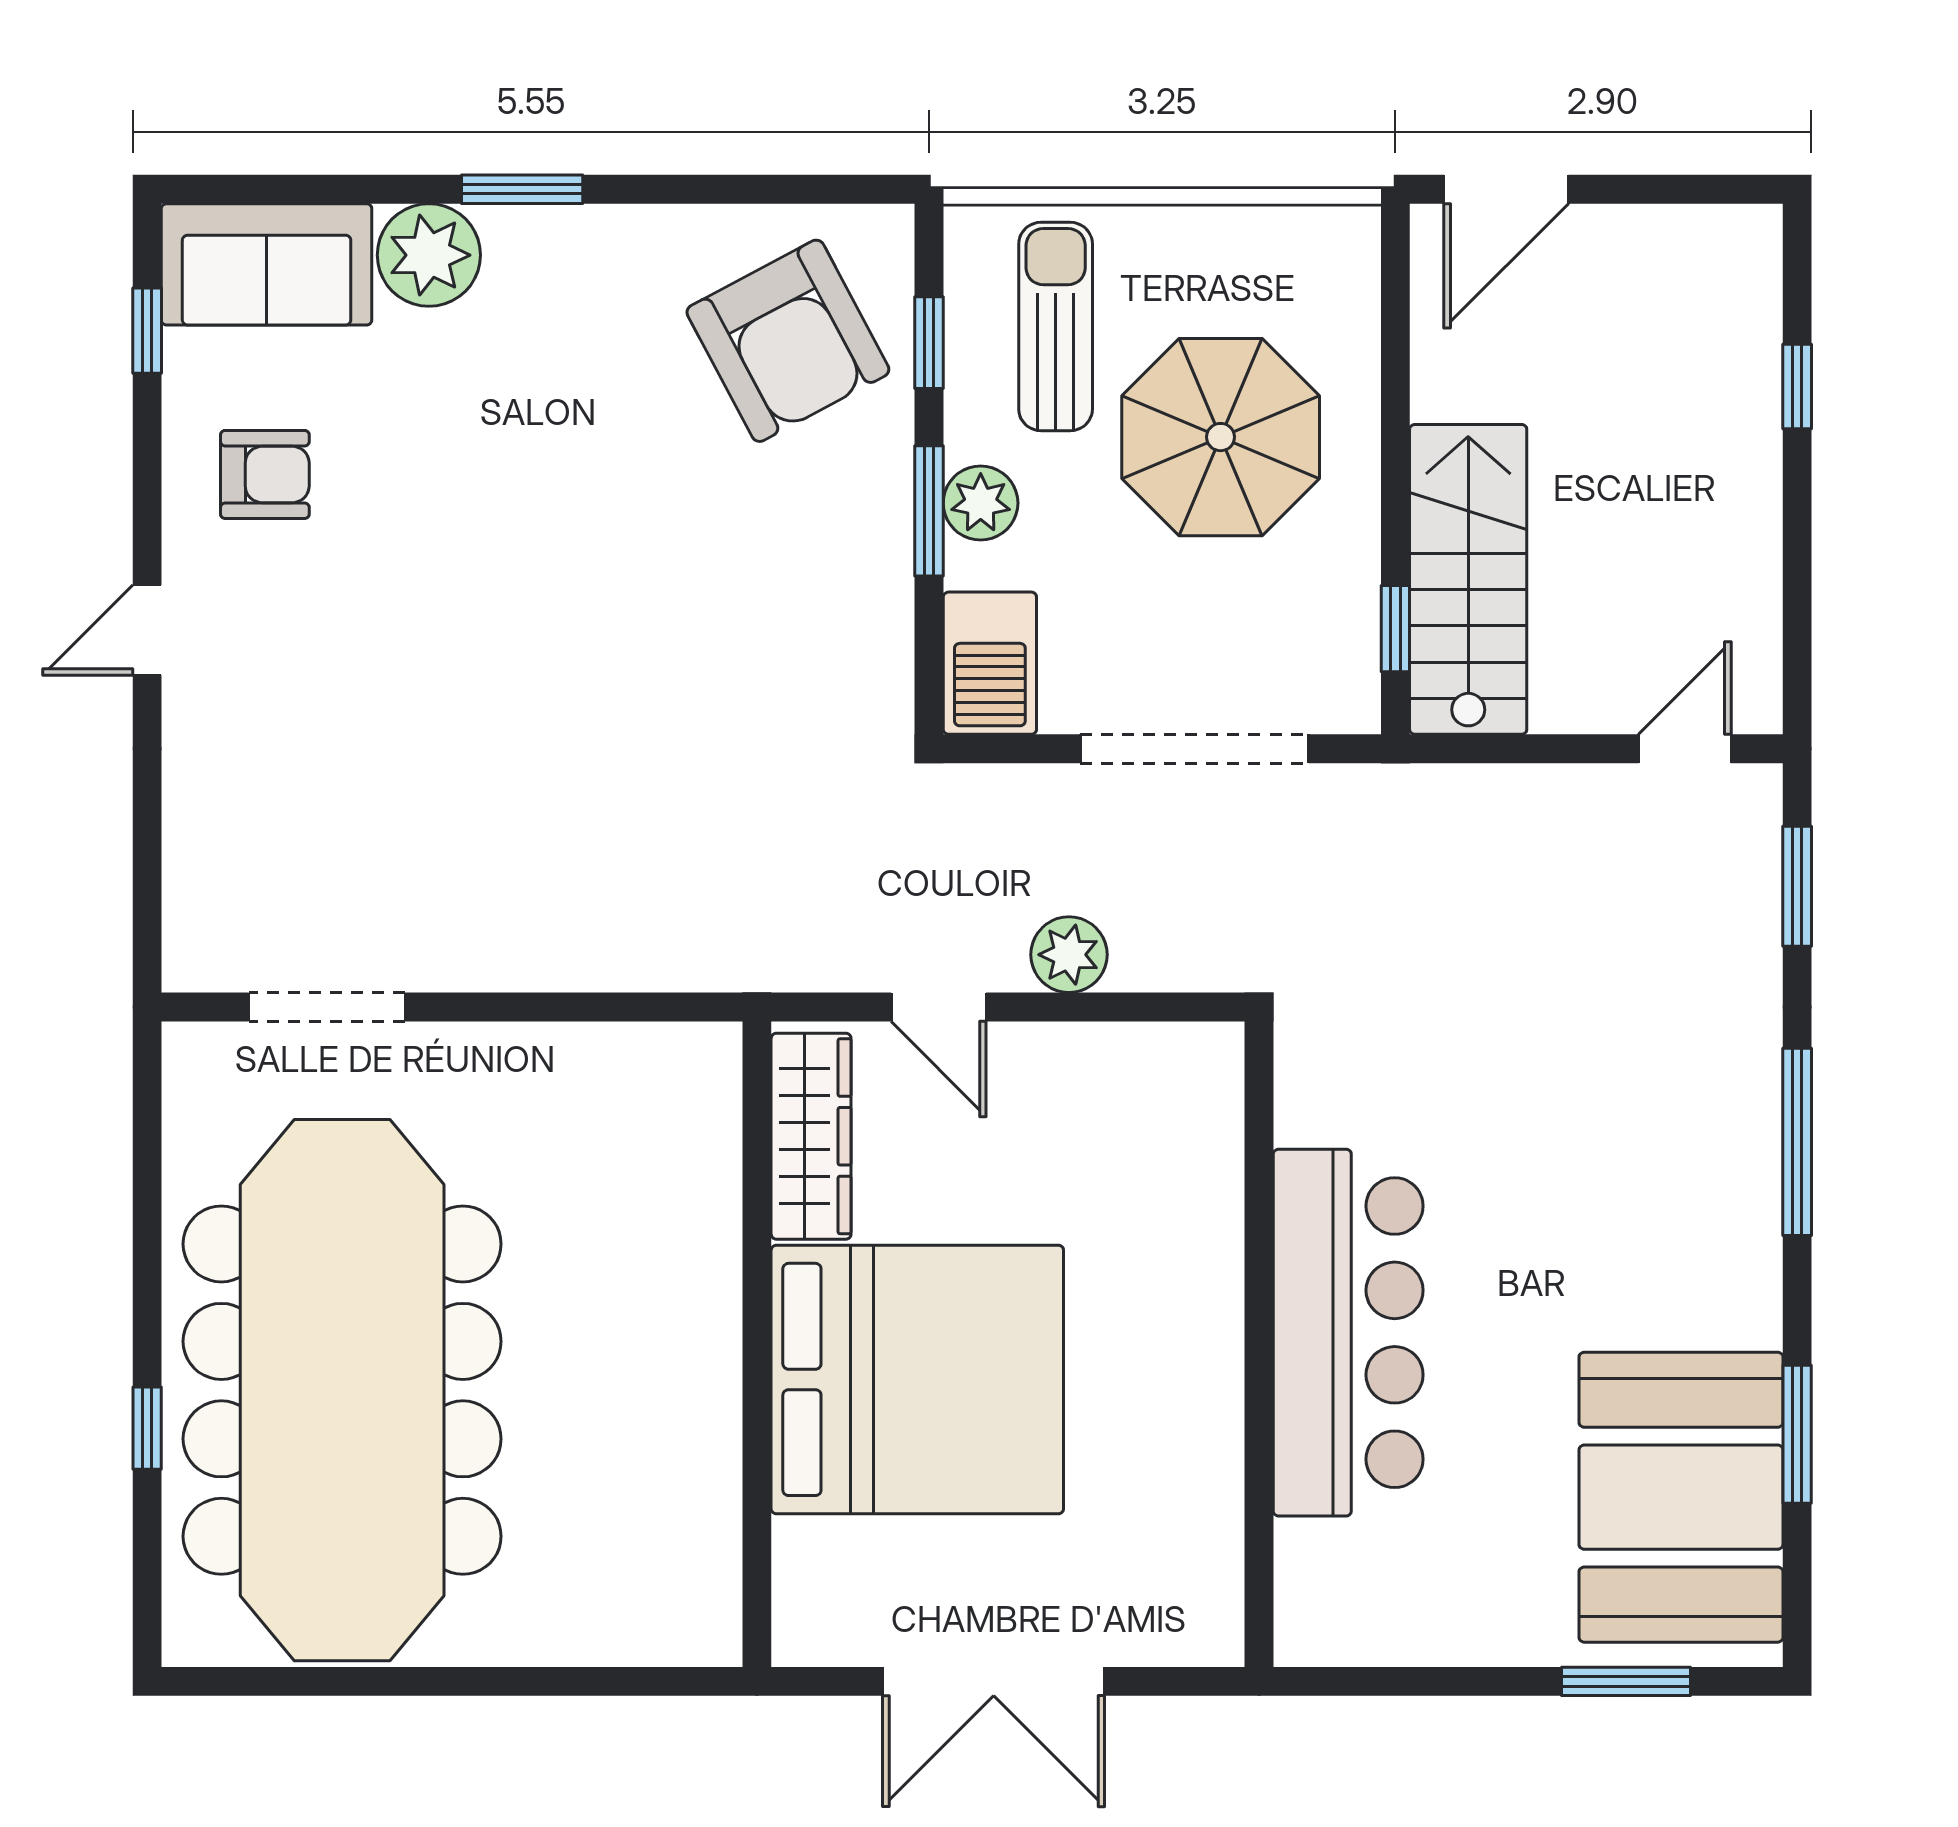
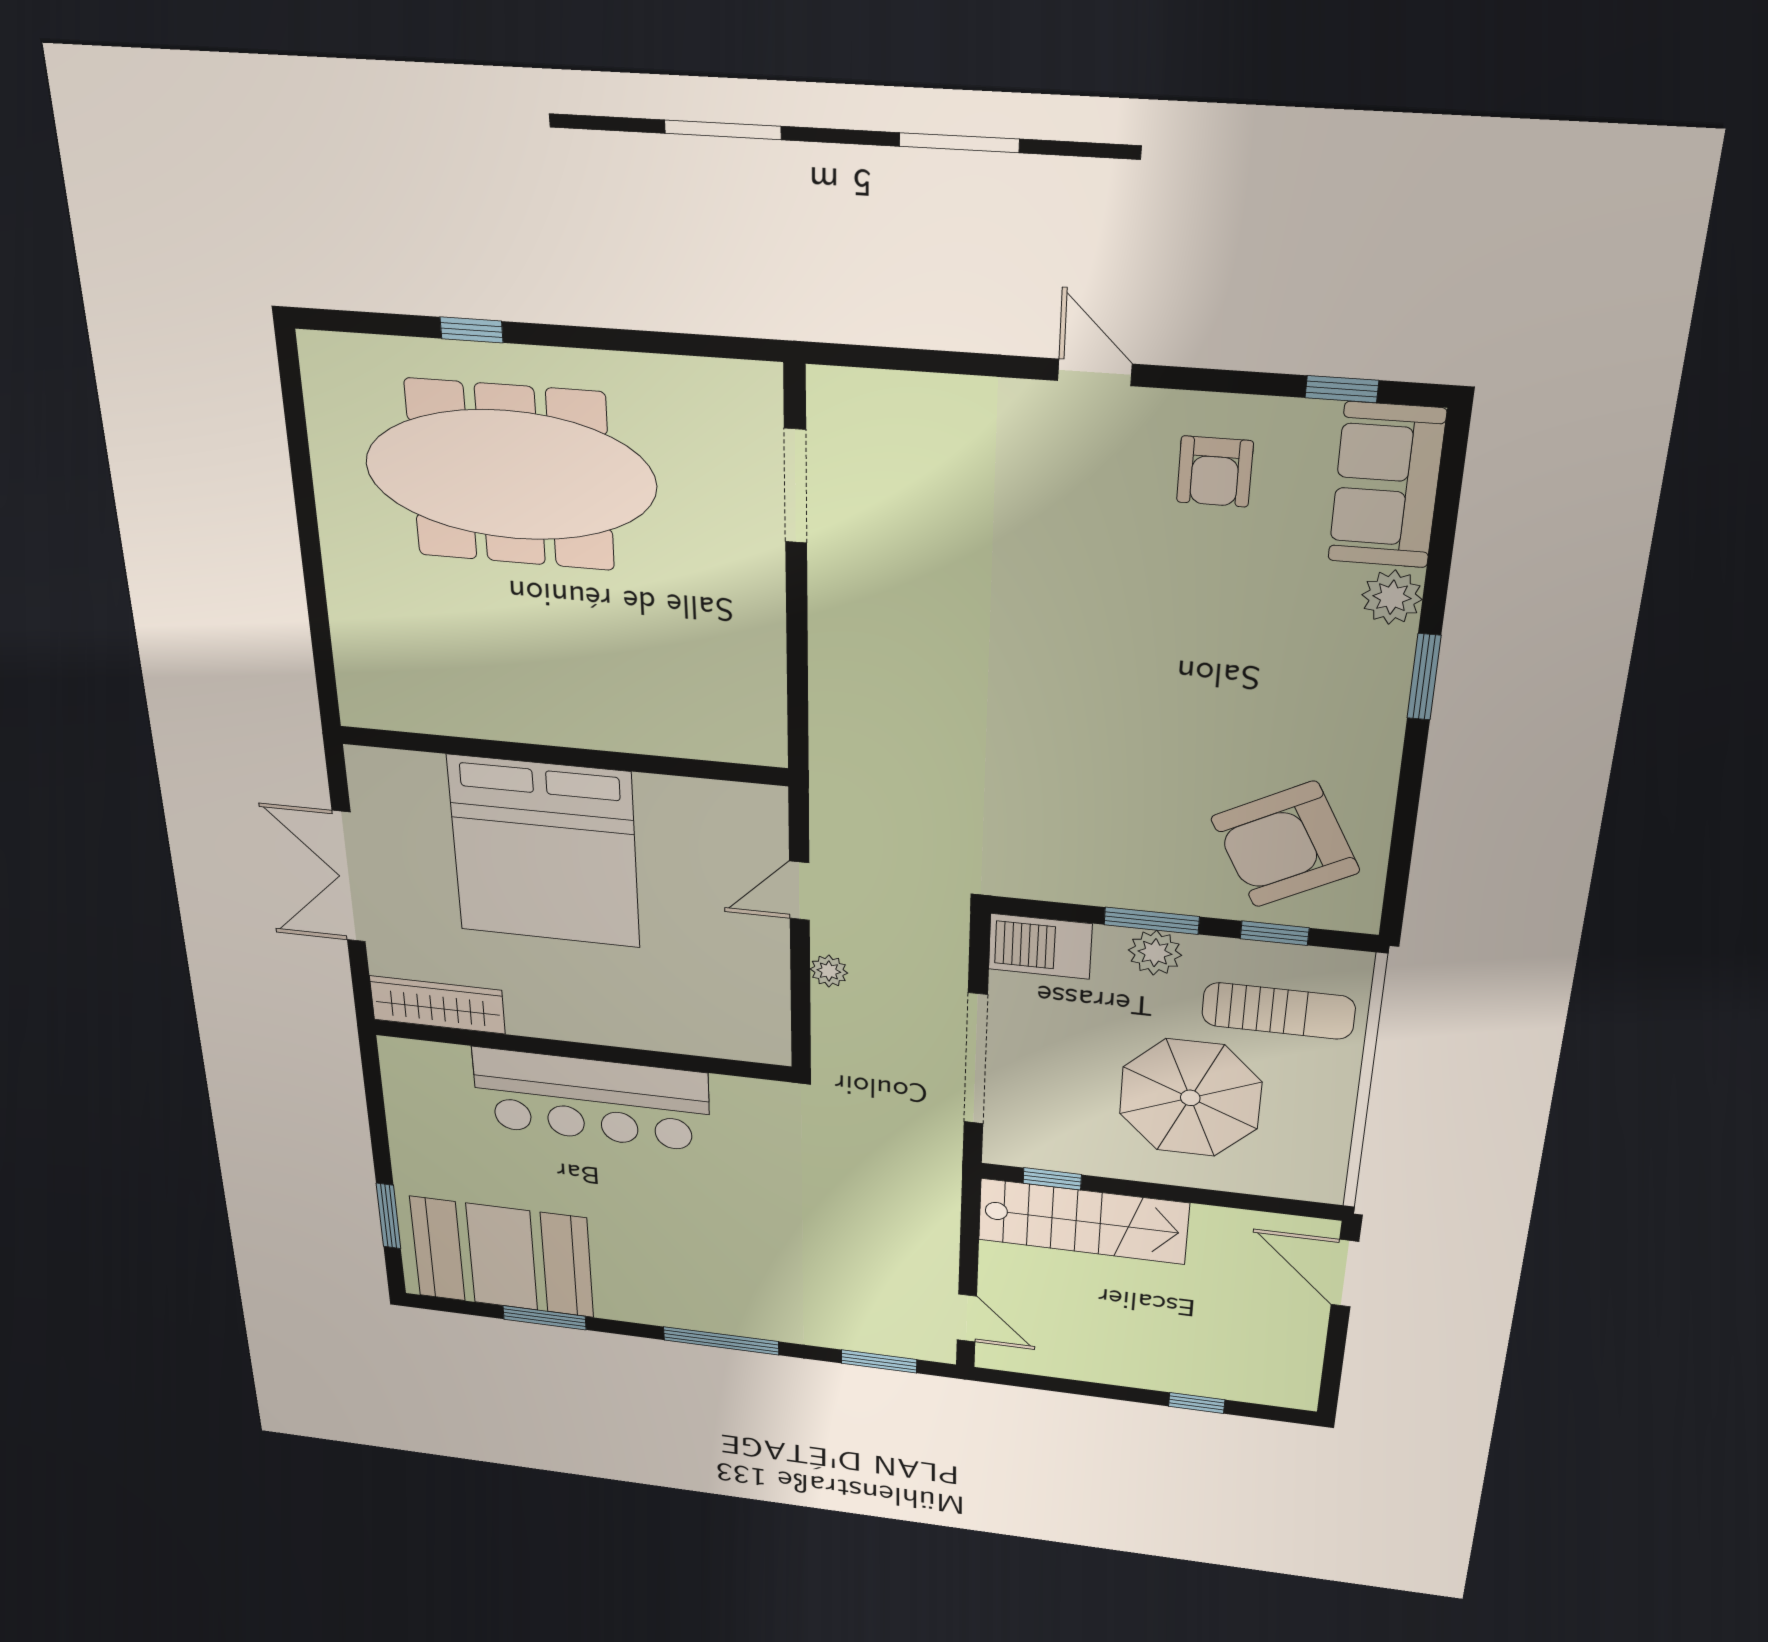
plant: (429, 255) -> (1392, 597), width x0.73, depth x0.73
plant: (1069, 955) -> (829, 971), width x0.73, depth x0.73
wardrobe: (811, 1136) -> (437, 1005), moved, turned 180
meeting table: (342, 1390) -> (510, 475), width x0.73, depth x0.79

